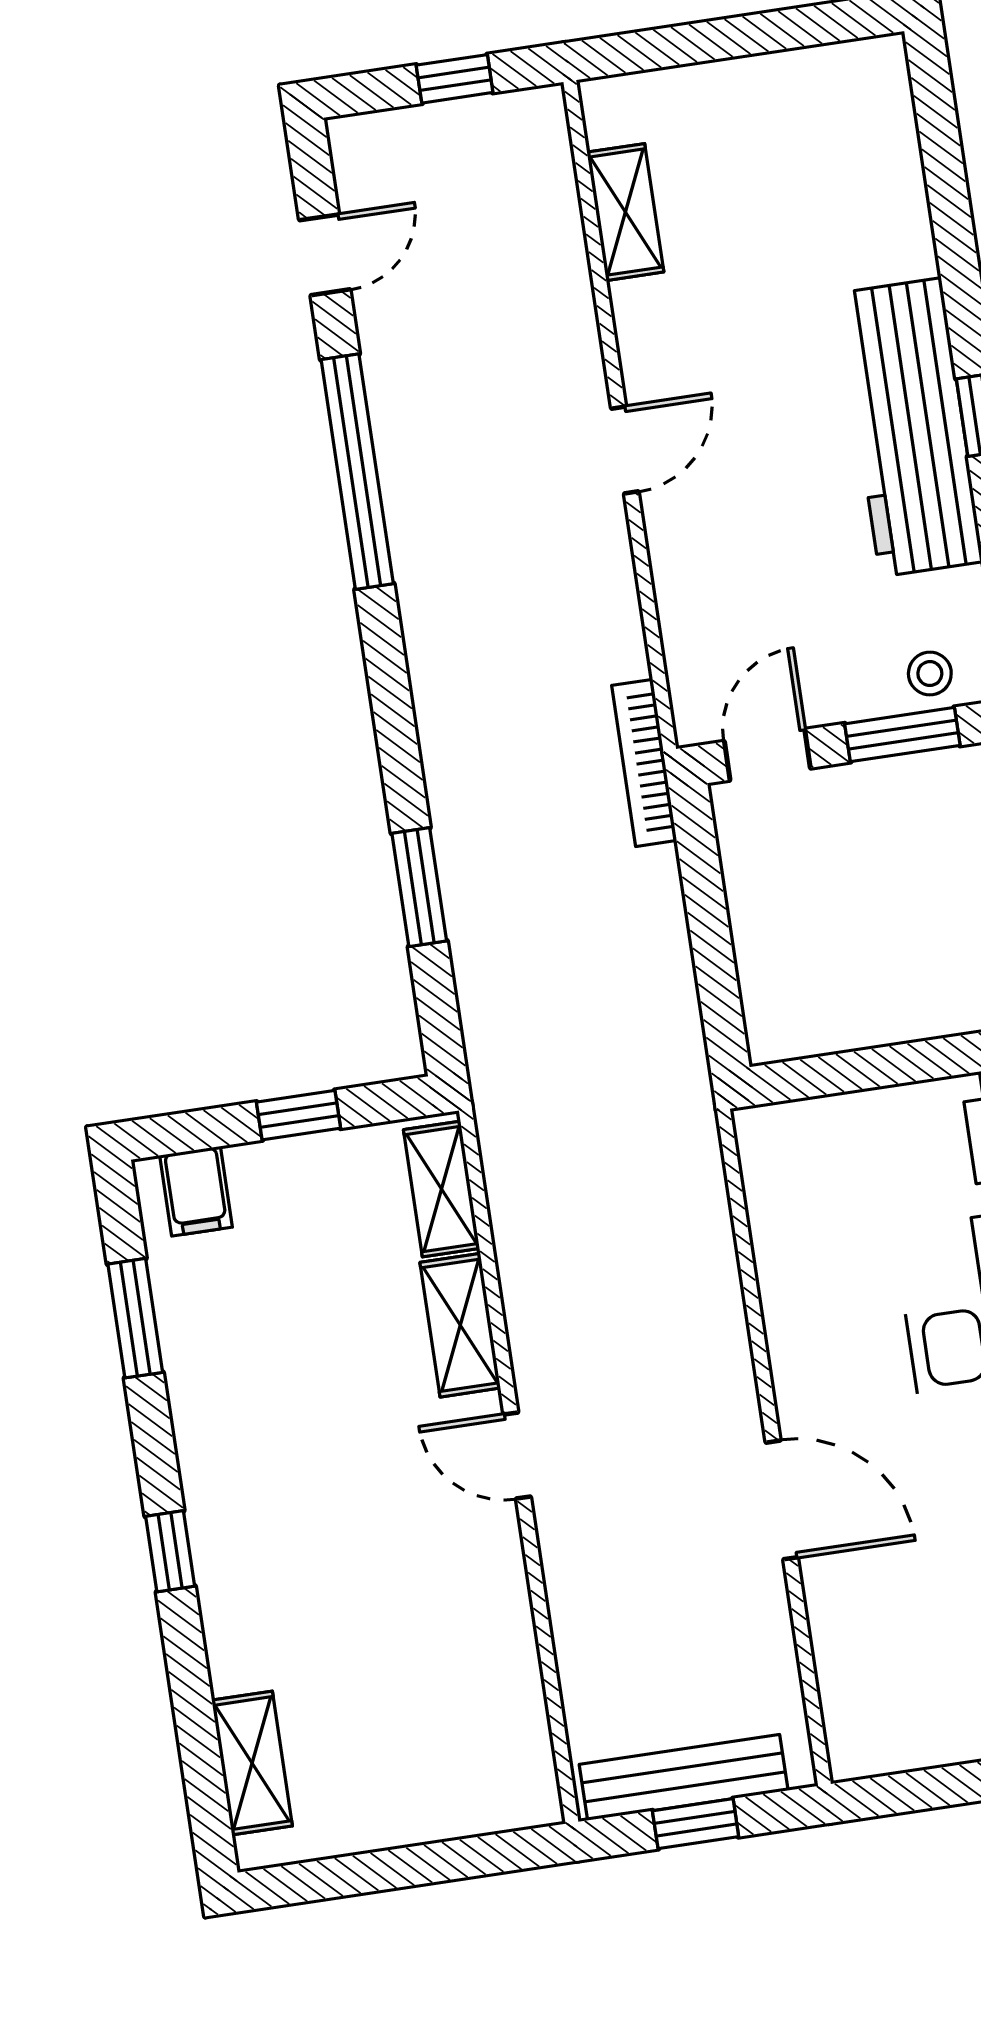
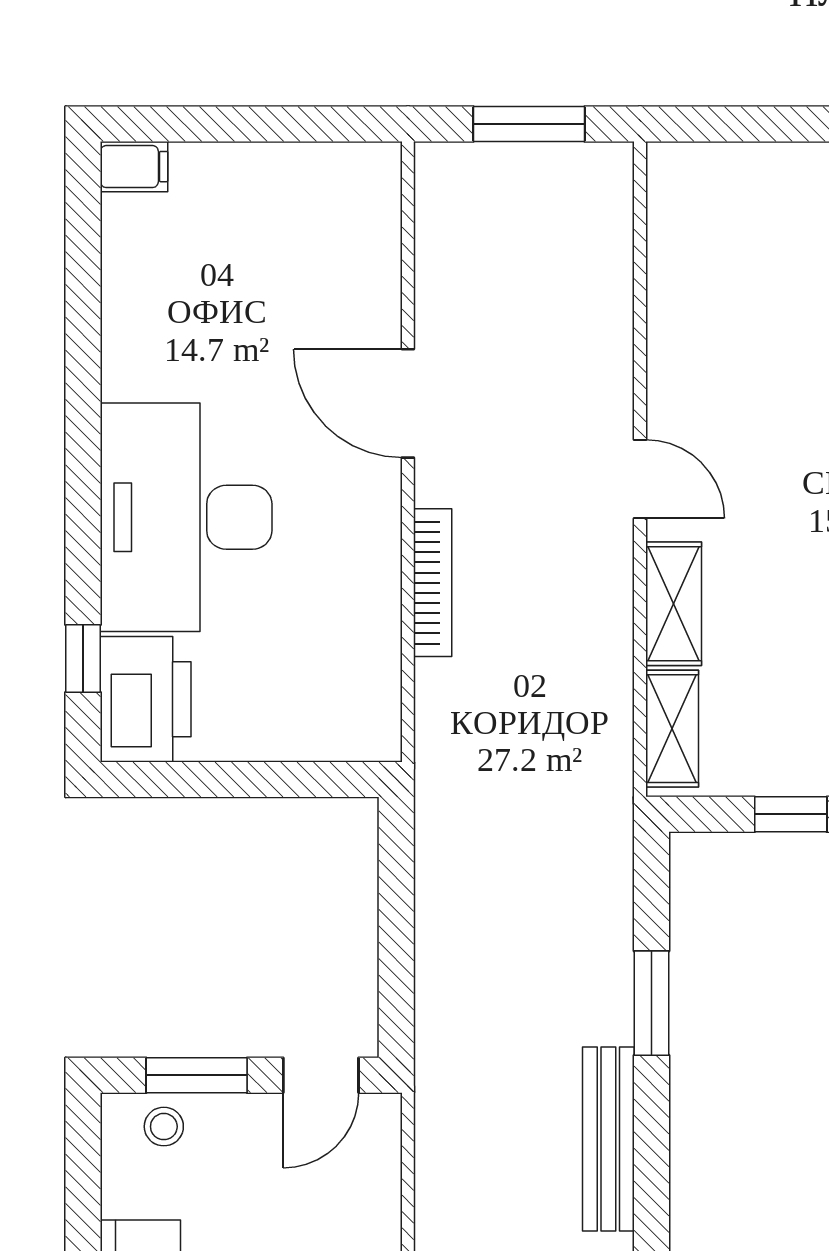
bookcase: (644, 763) -> (433, 583), moved
bench: (684, 1777) -> (608, 1139), moved, turned 90
window: (696, 1824) -> (529, 124), width x1.50

